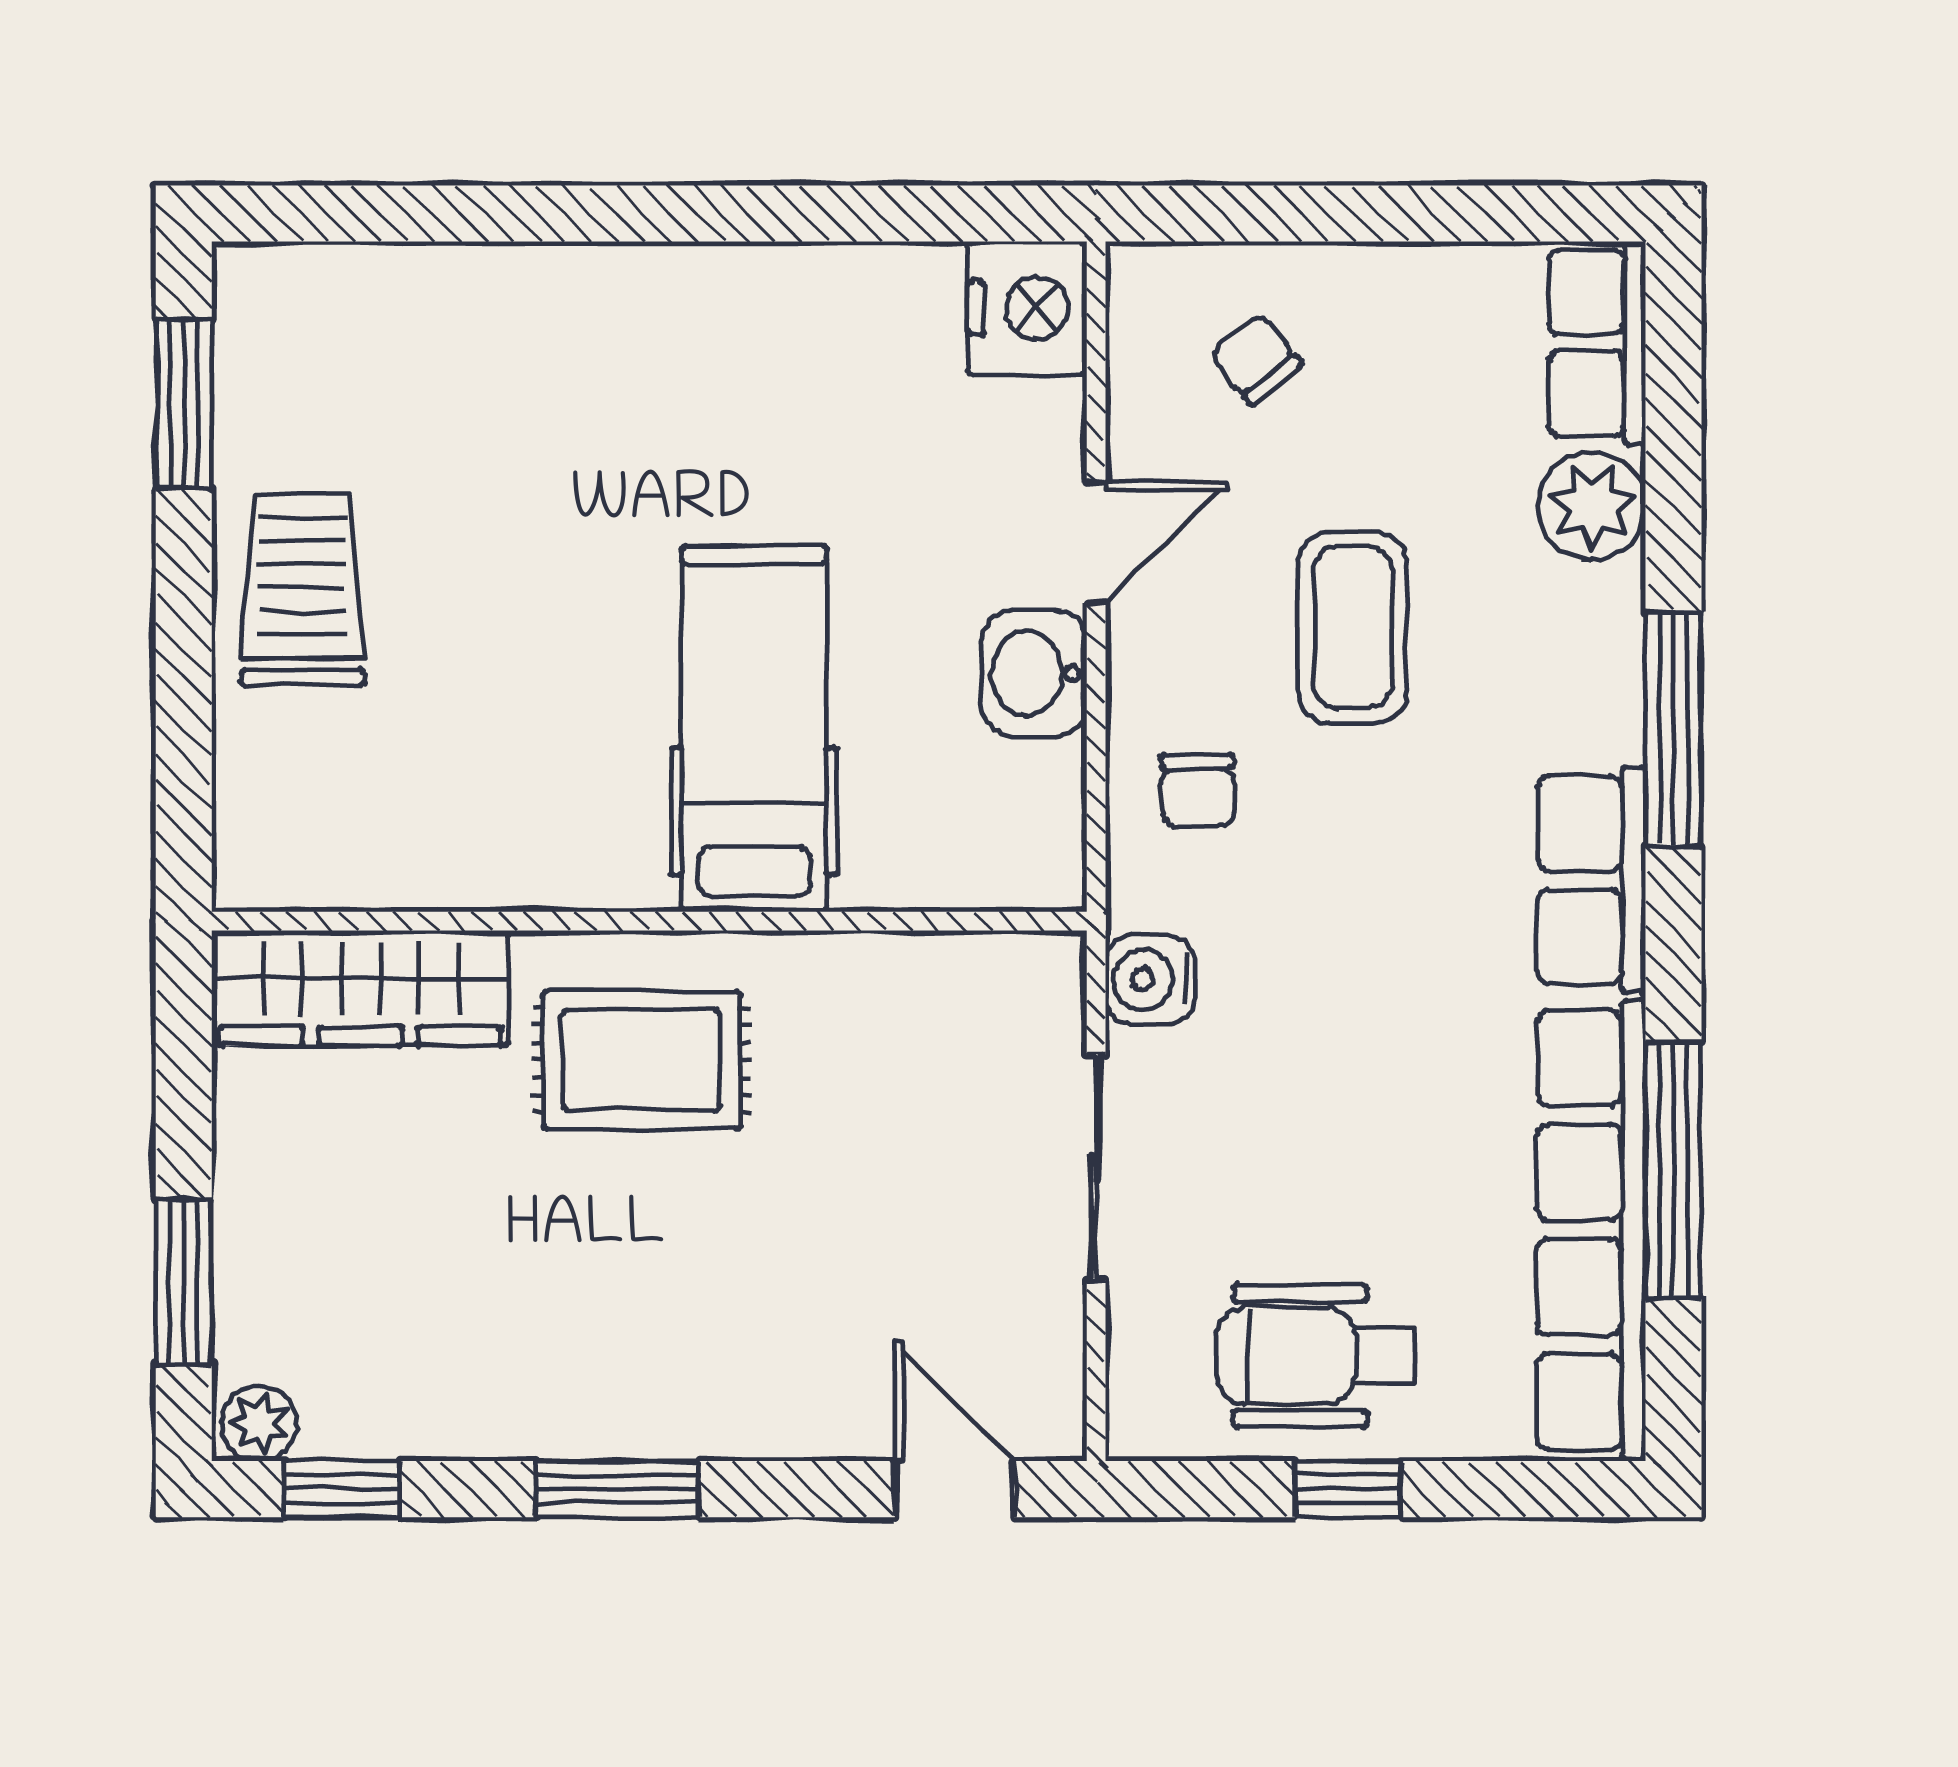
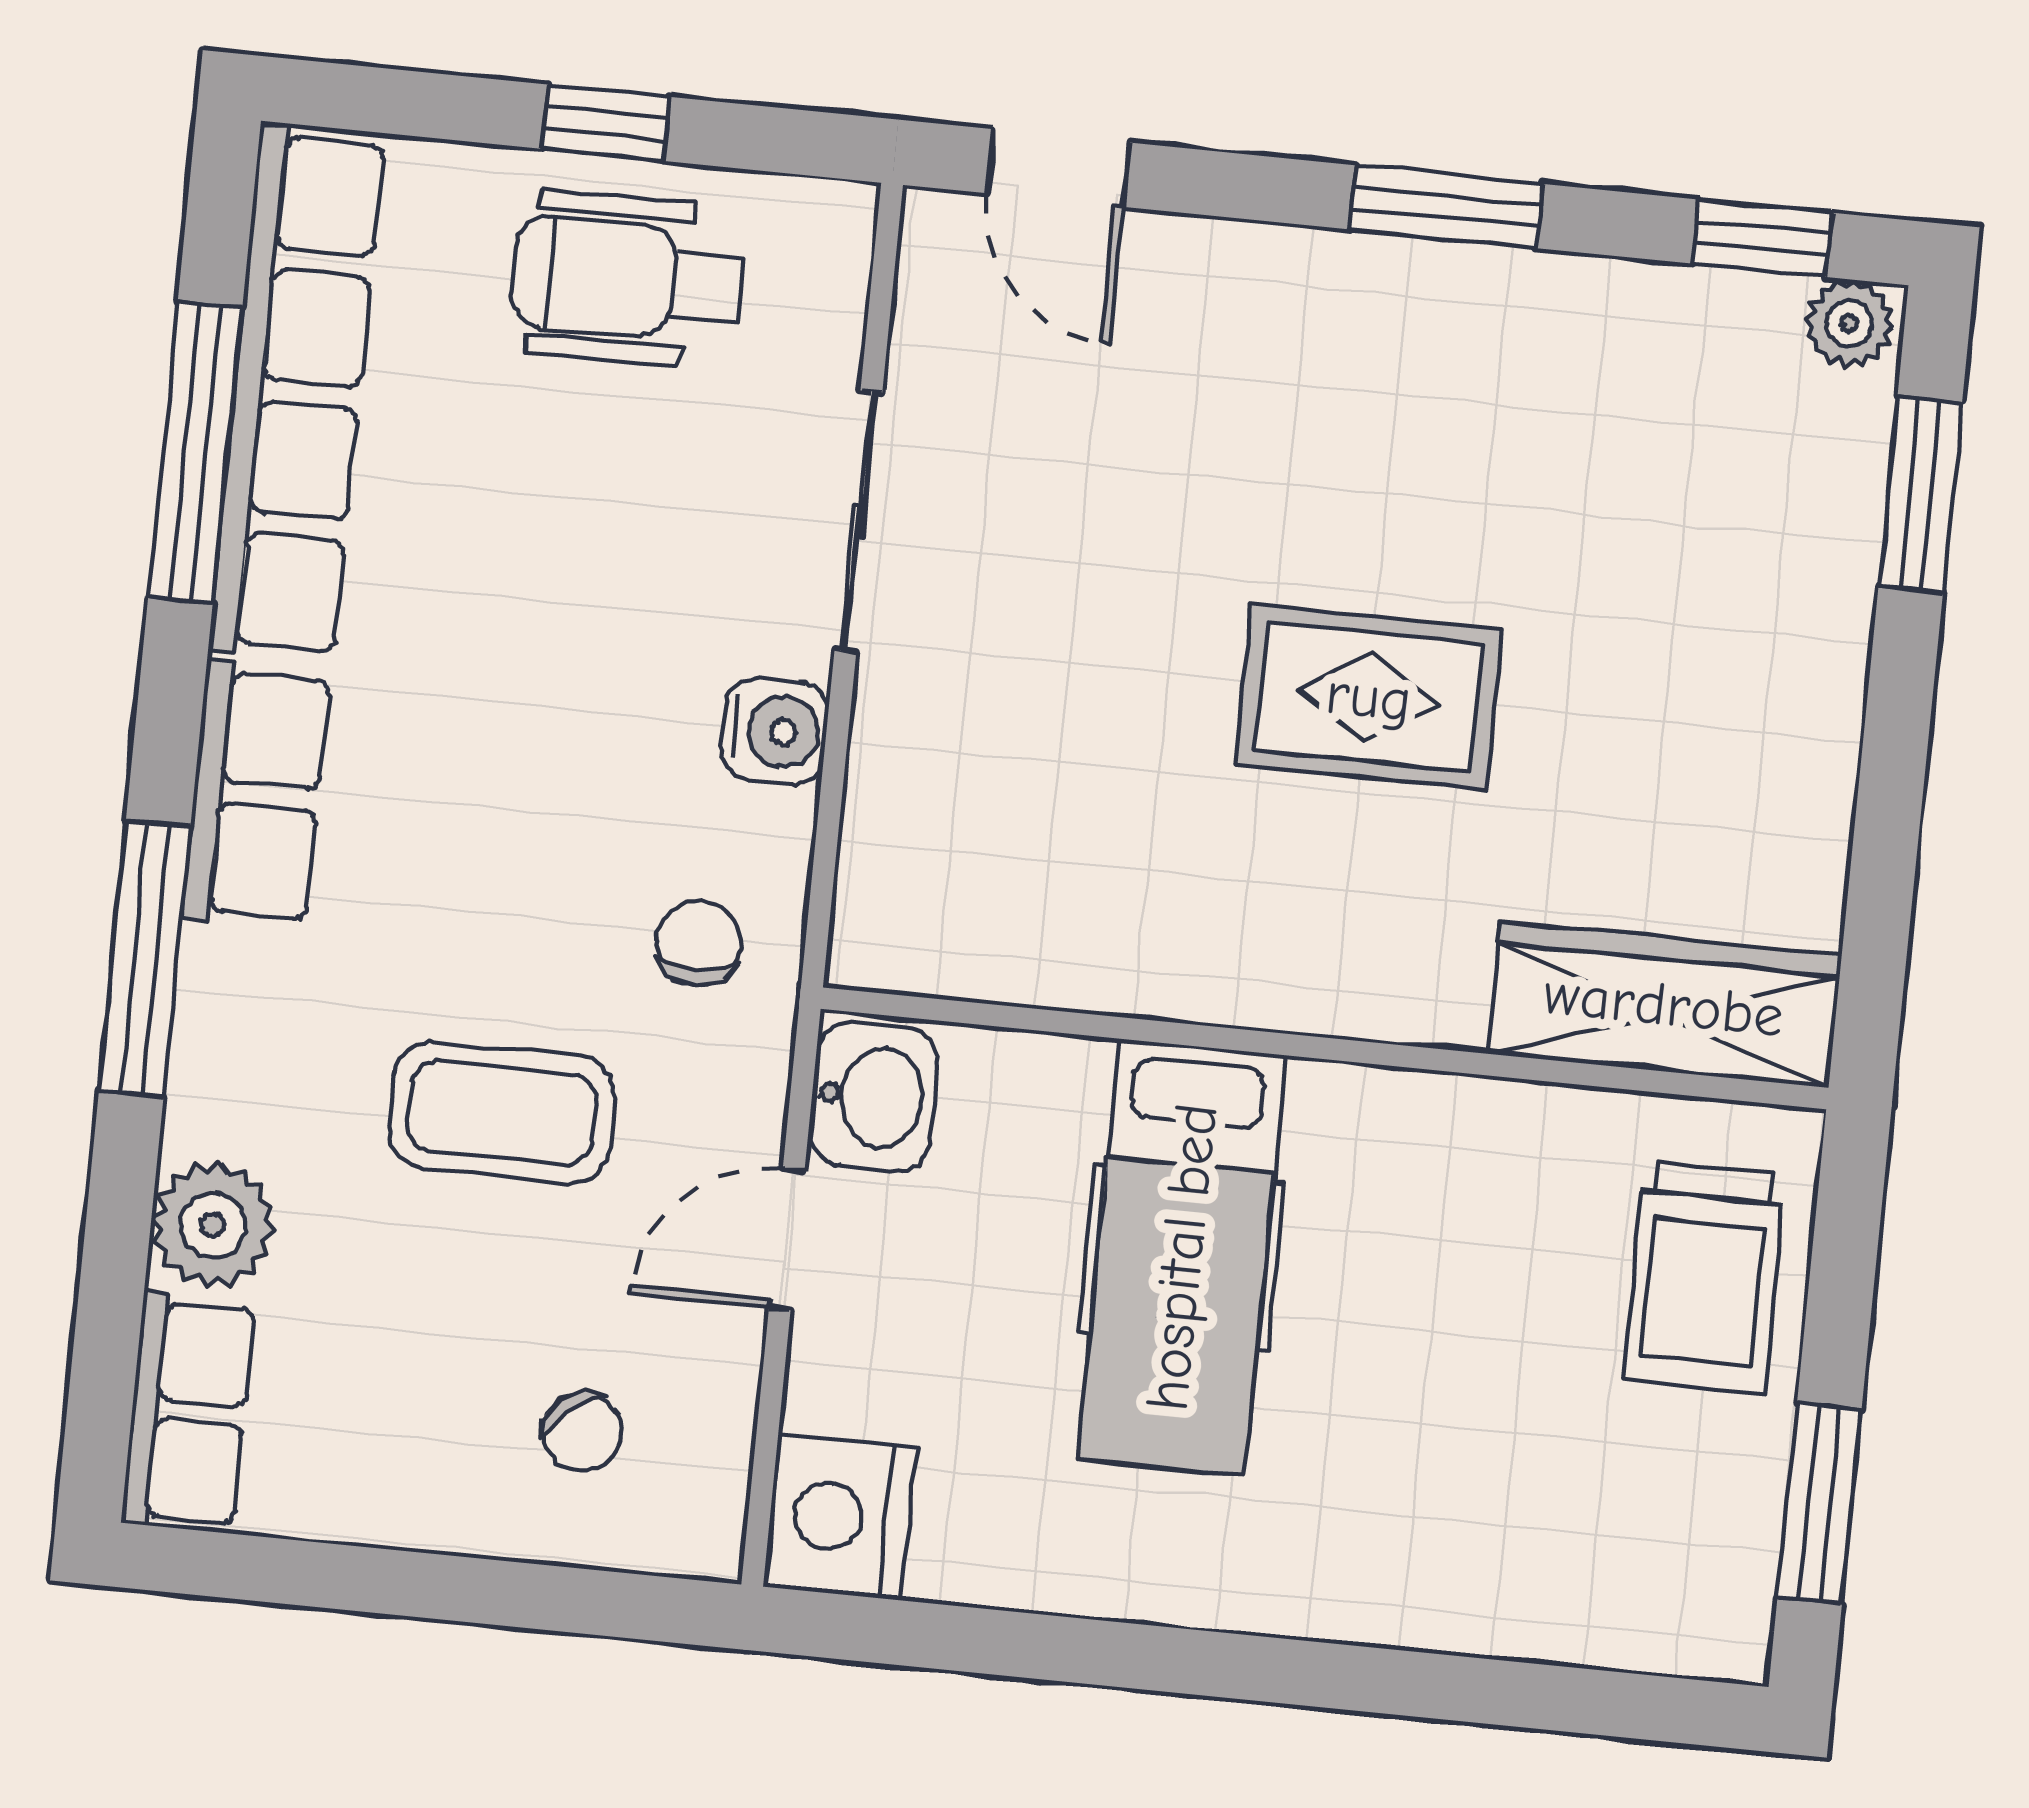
coffee table: (1352, 627) -> (502, 1113), turned 90
hospital bed: (754, 729) -> (1182, 1257), moved
wall: (649, 921) -> (1325, 1048), moved
wardrobe: (360, 988) -> (1664, 1005), moved
wheelchair: (1316, 1356) -> (628, 280), turned 180

